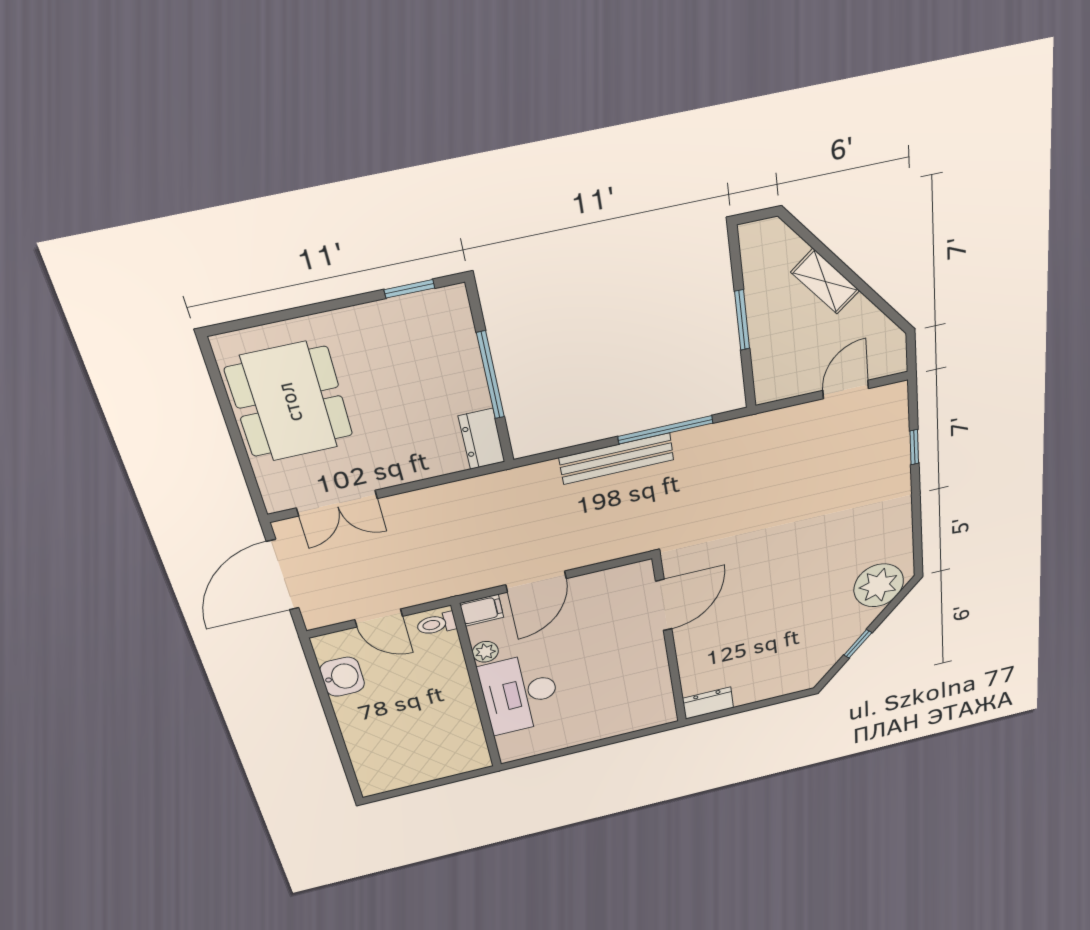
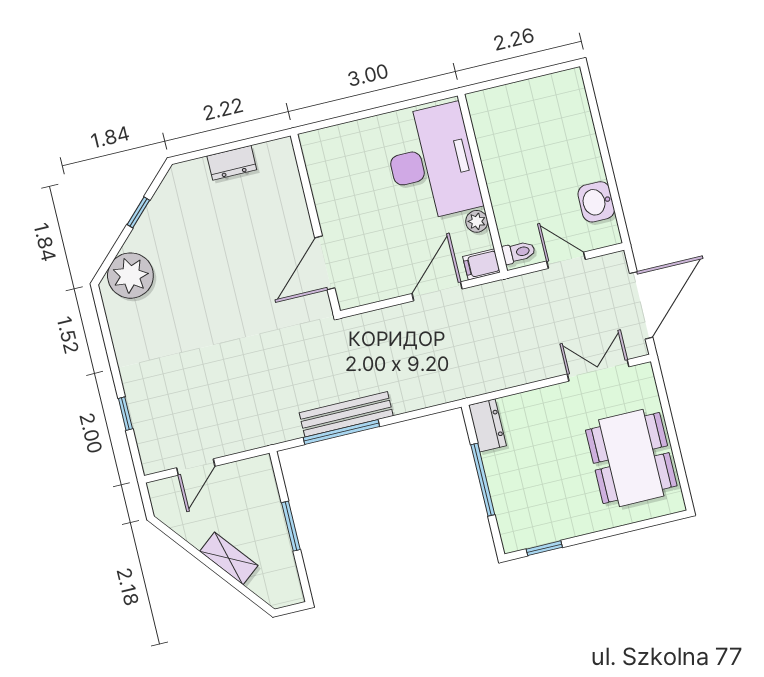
bench: (617, 459) -> (346, 414), moved
desk: (520, 694) -> (432, 163), width x1.36, depth x1.30
dresser: (708, 703) -> (232, 163), moved

